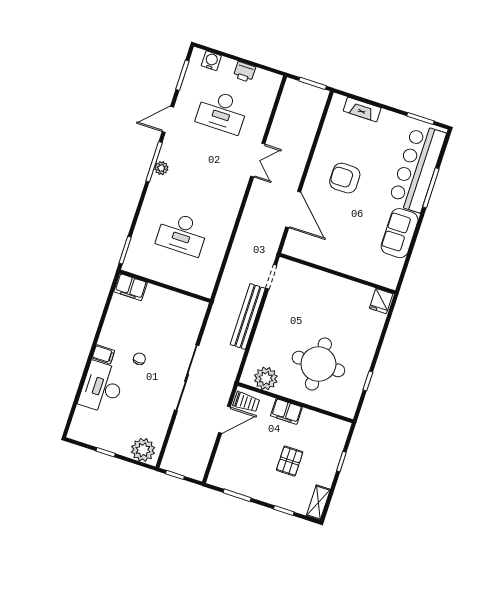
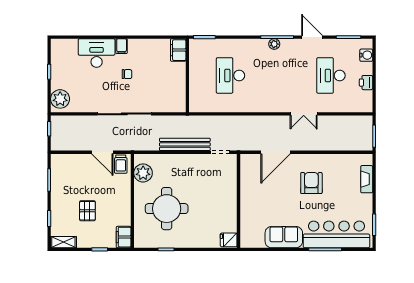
filing cabinet: (286, 411) -> (124, 237), moved
pallet: (290, 461) -> (87, 211), turned 90

